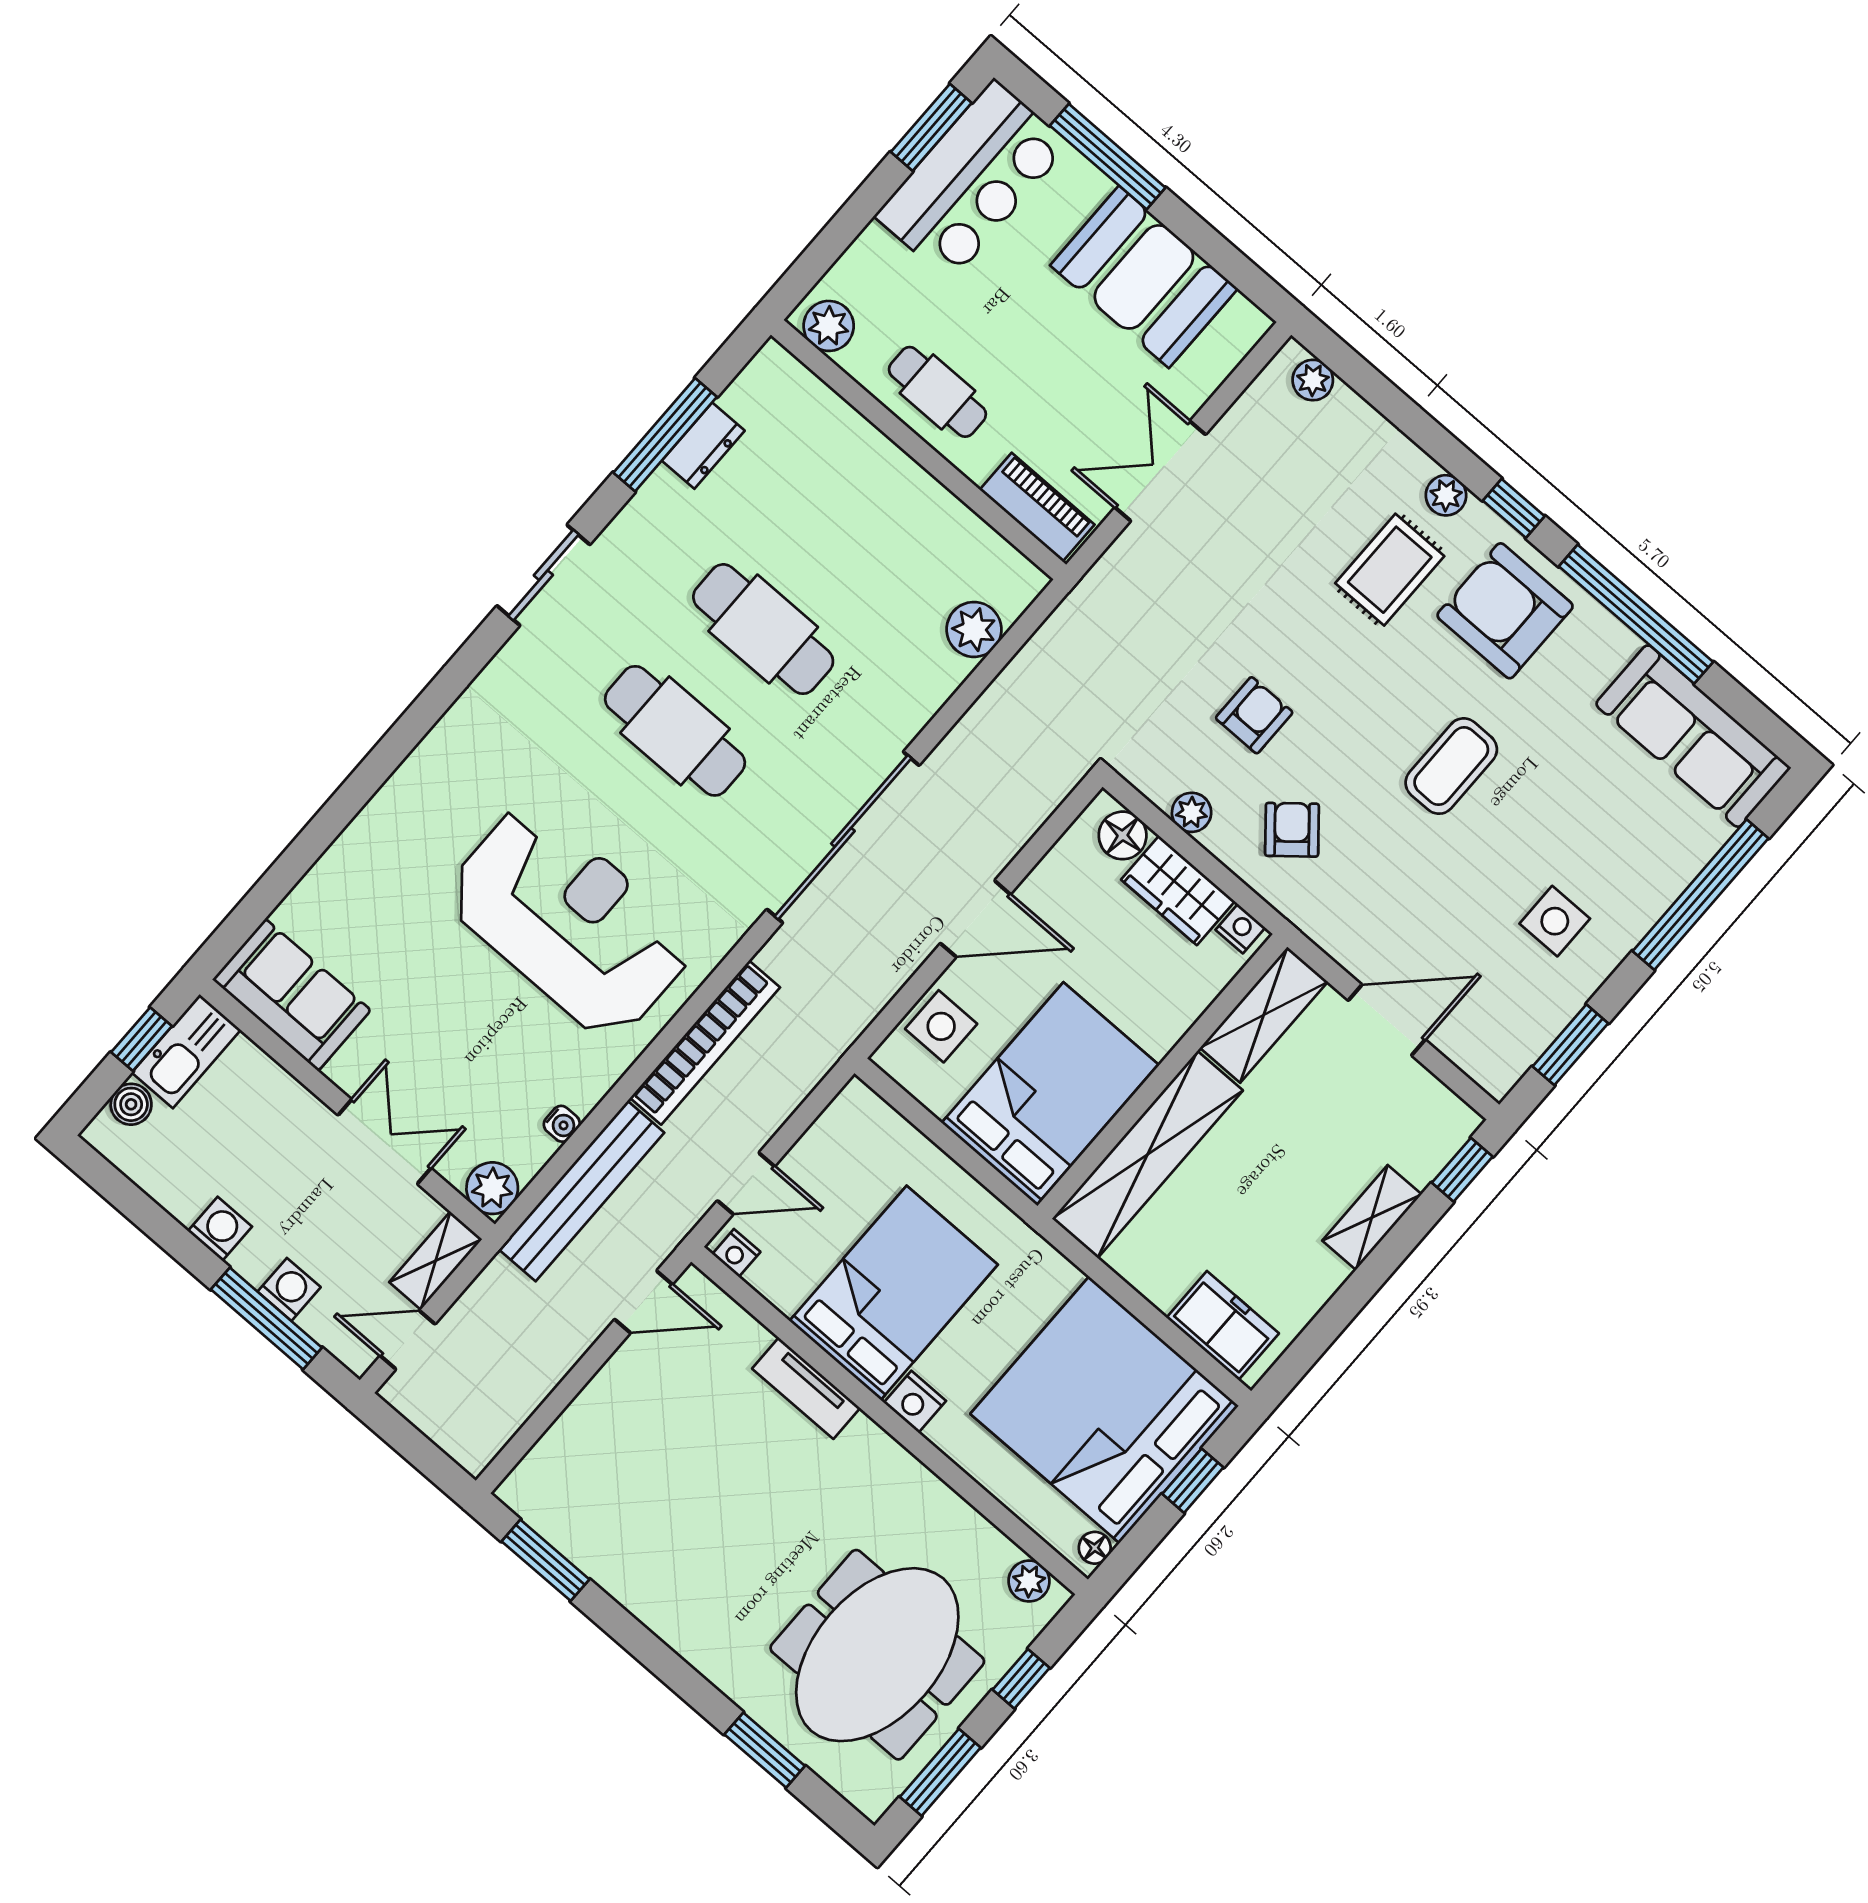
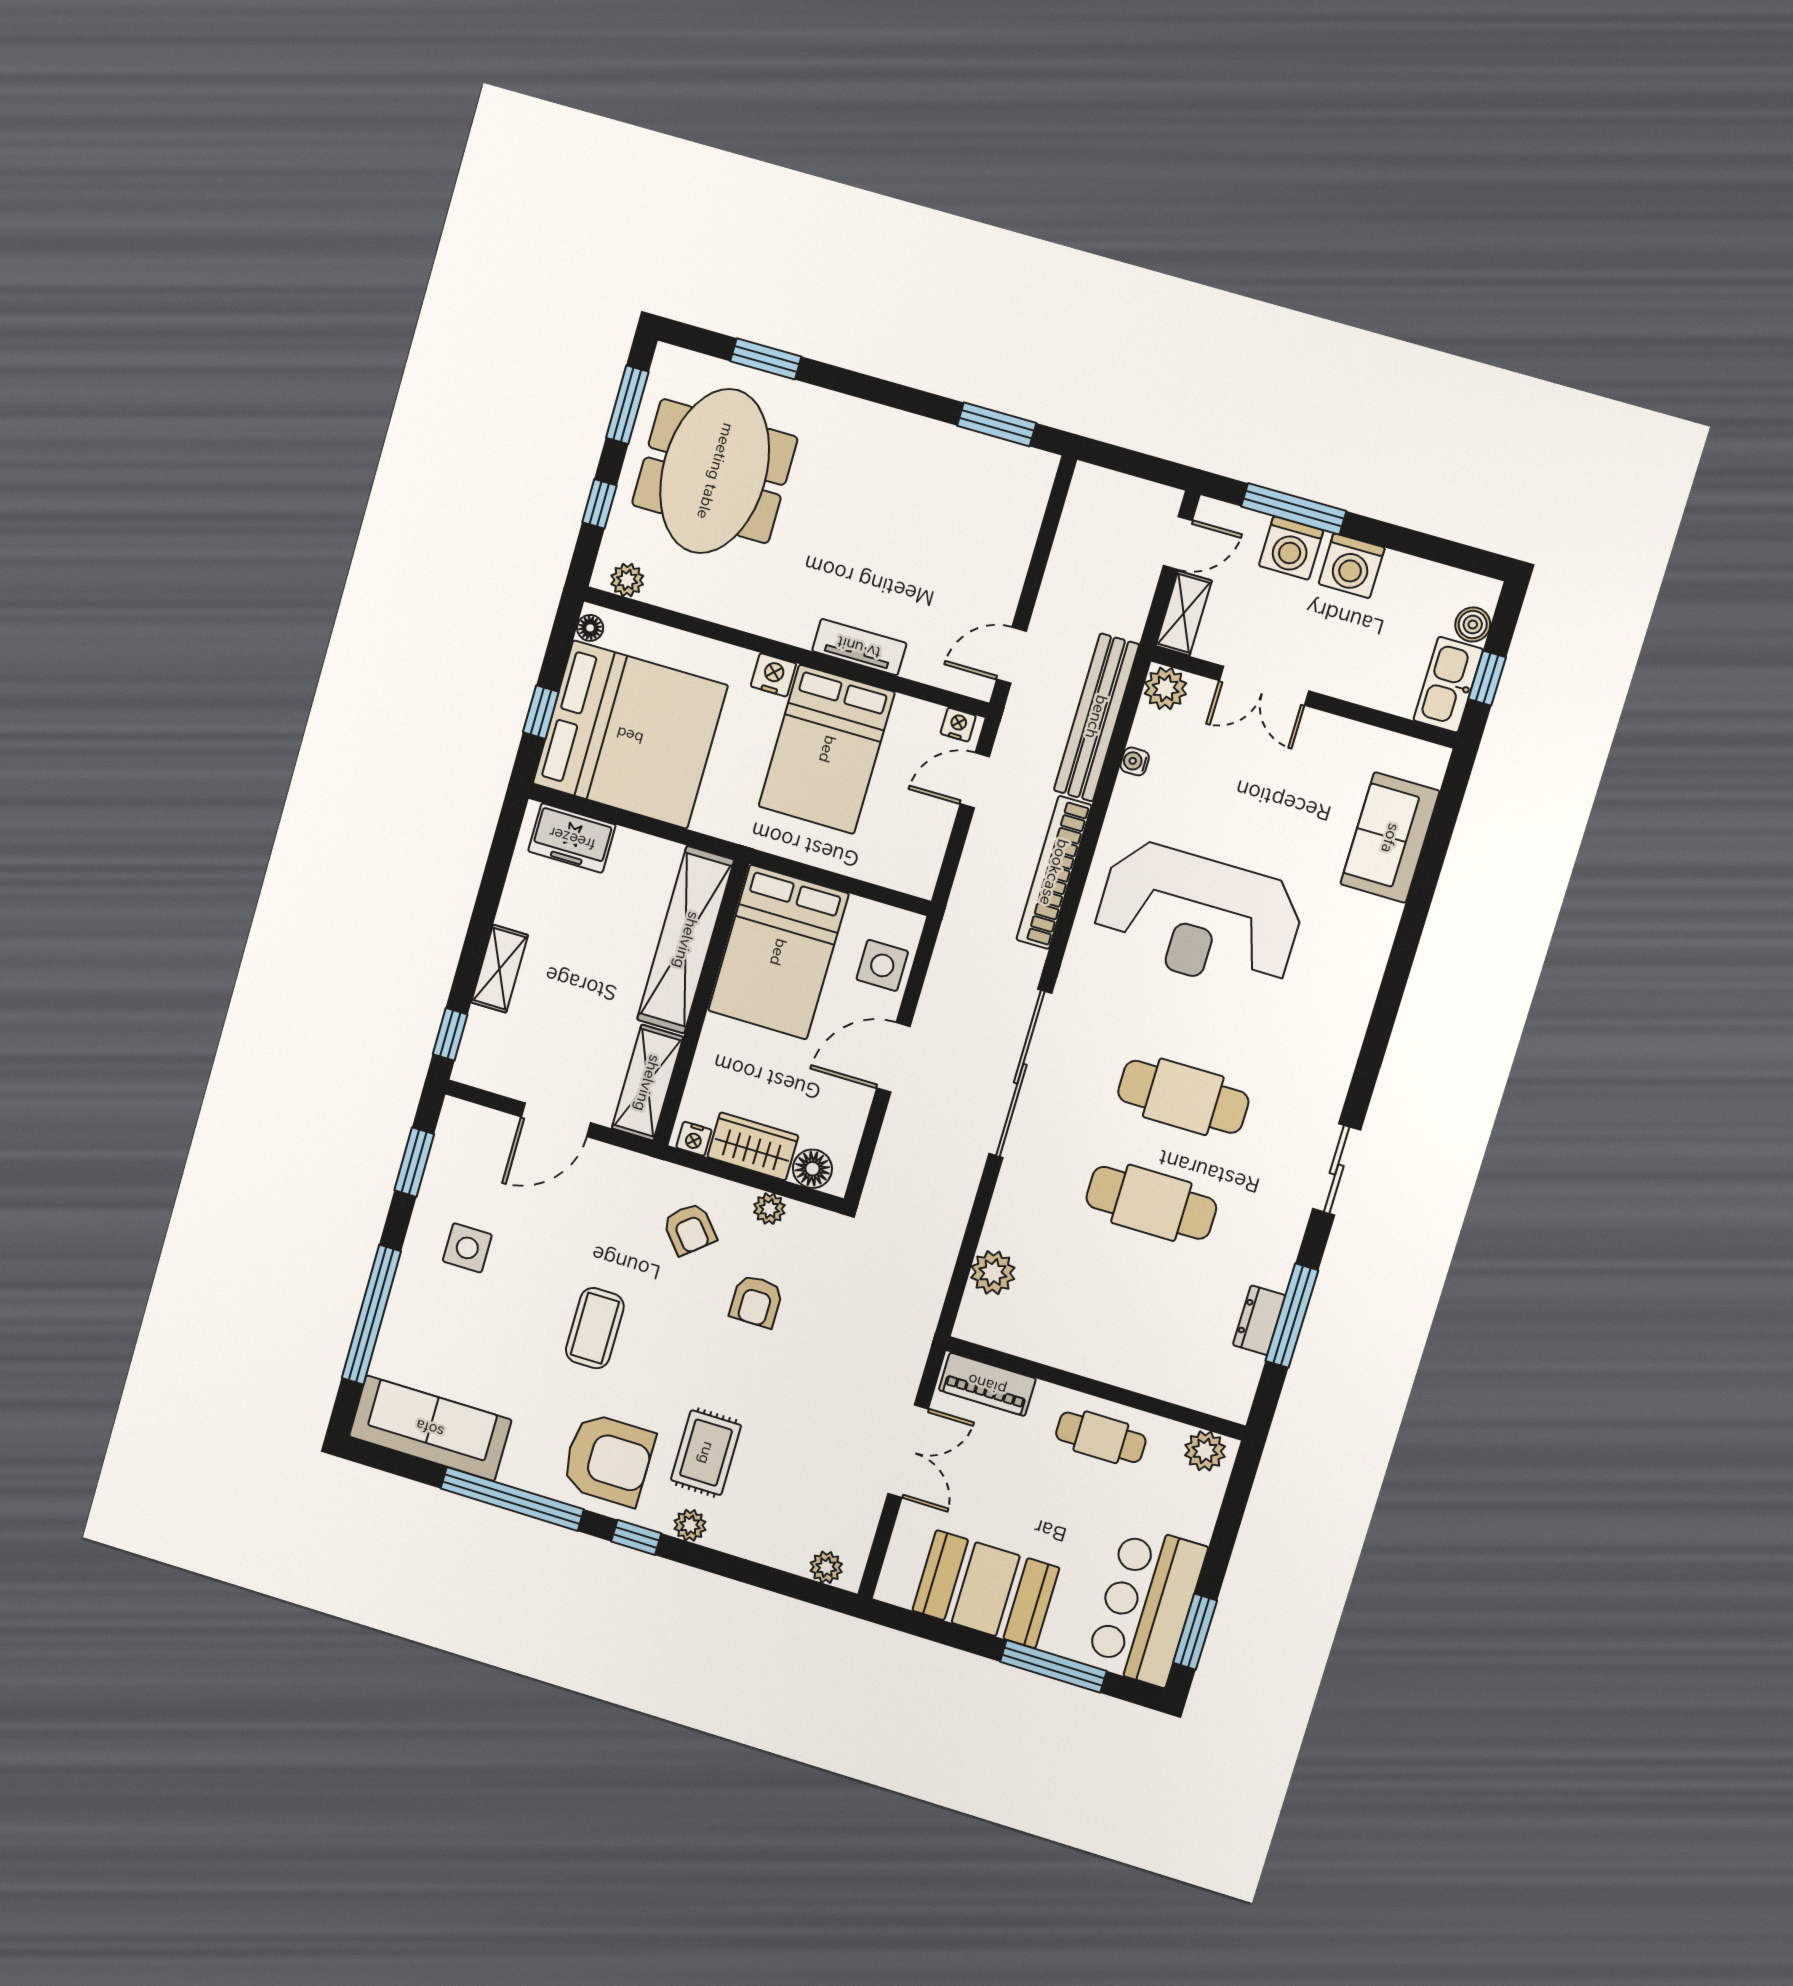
sofa: (292, 995) -> (1390, 838), moved, turned 90
washing machine: (220, 1229) -> (1352, 566), width x1.38, depth x1.38
washing machine: (289, 1289) -> (1291, 548), width x1.38, depth x1.38

